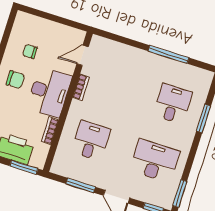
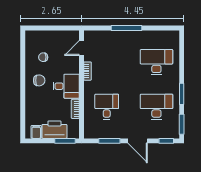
window: (169, 54) -> (127, 28), moved
desk: (49, 92) -> (66, 86), width x0.73
desk: (173, 104) -> (156, 62), width x1.37
window: (204, 119) -> (182, 94), moved

